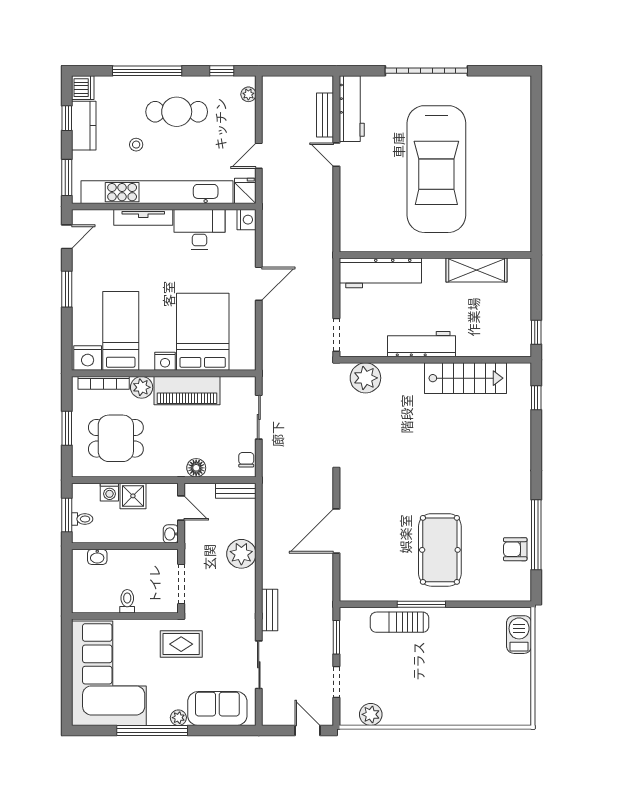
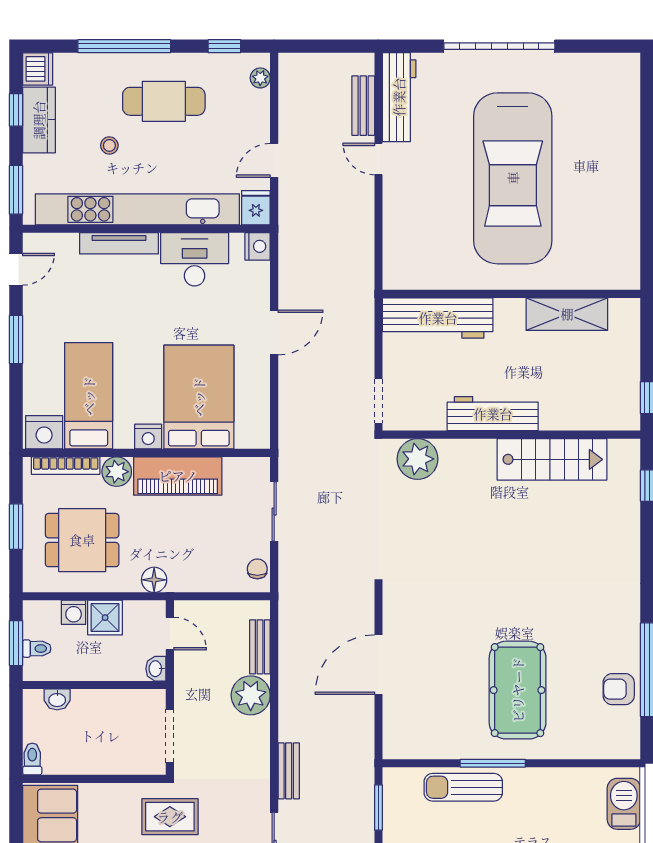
floor lamp: (196, 468) -> (154, 580), moved
bench: (236, 491) -> (260, 647), moved, turned 90
toilet: (127, 601) -> (32, 759), moved

